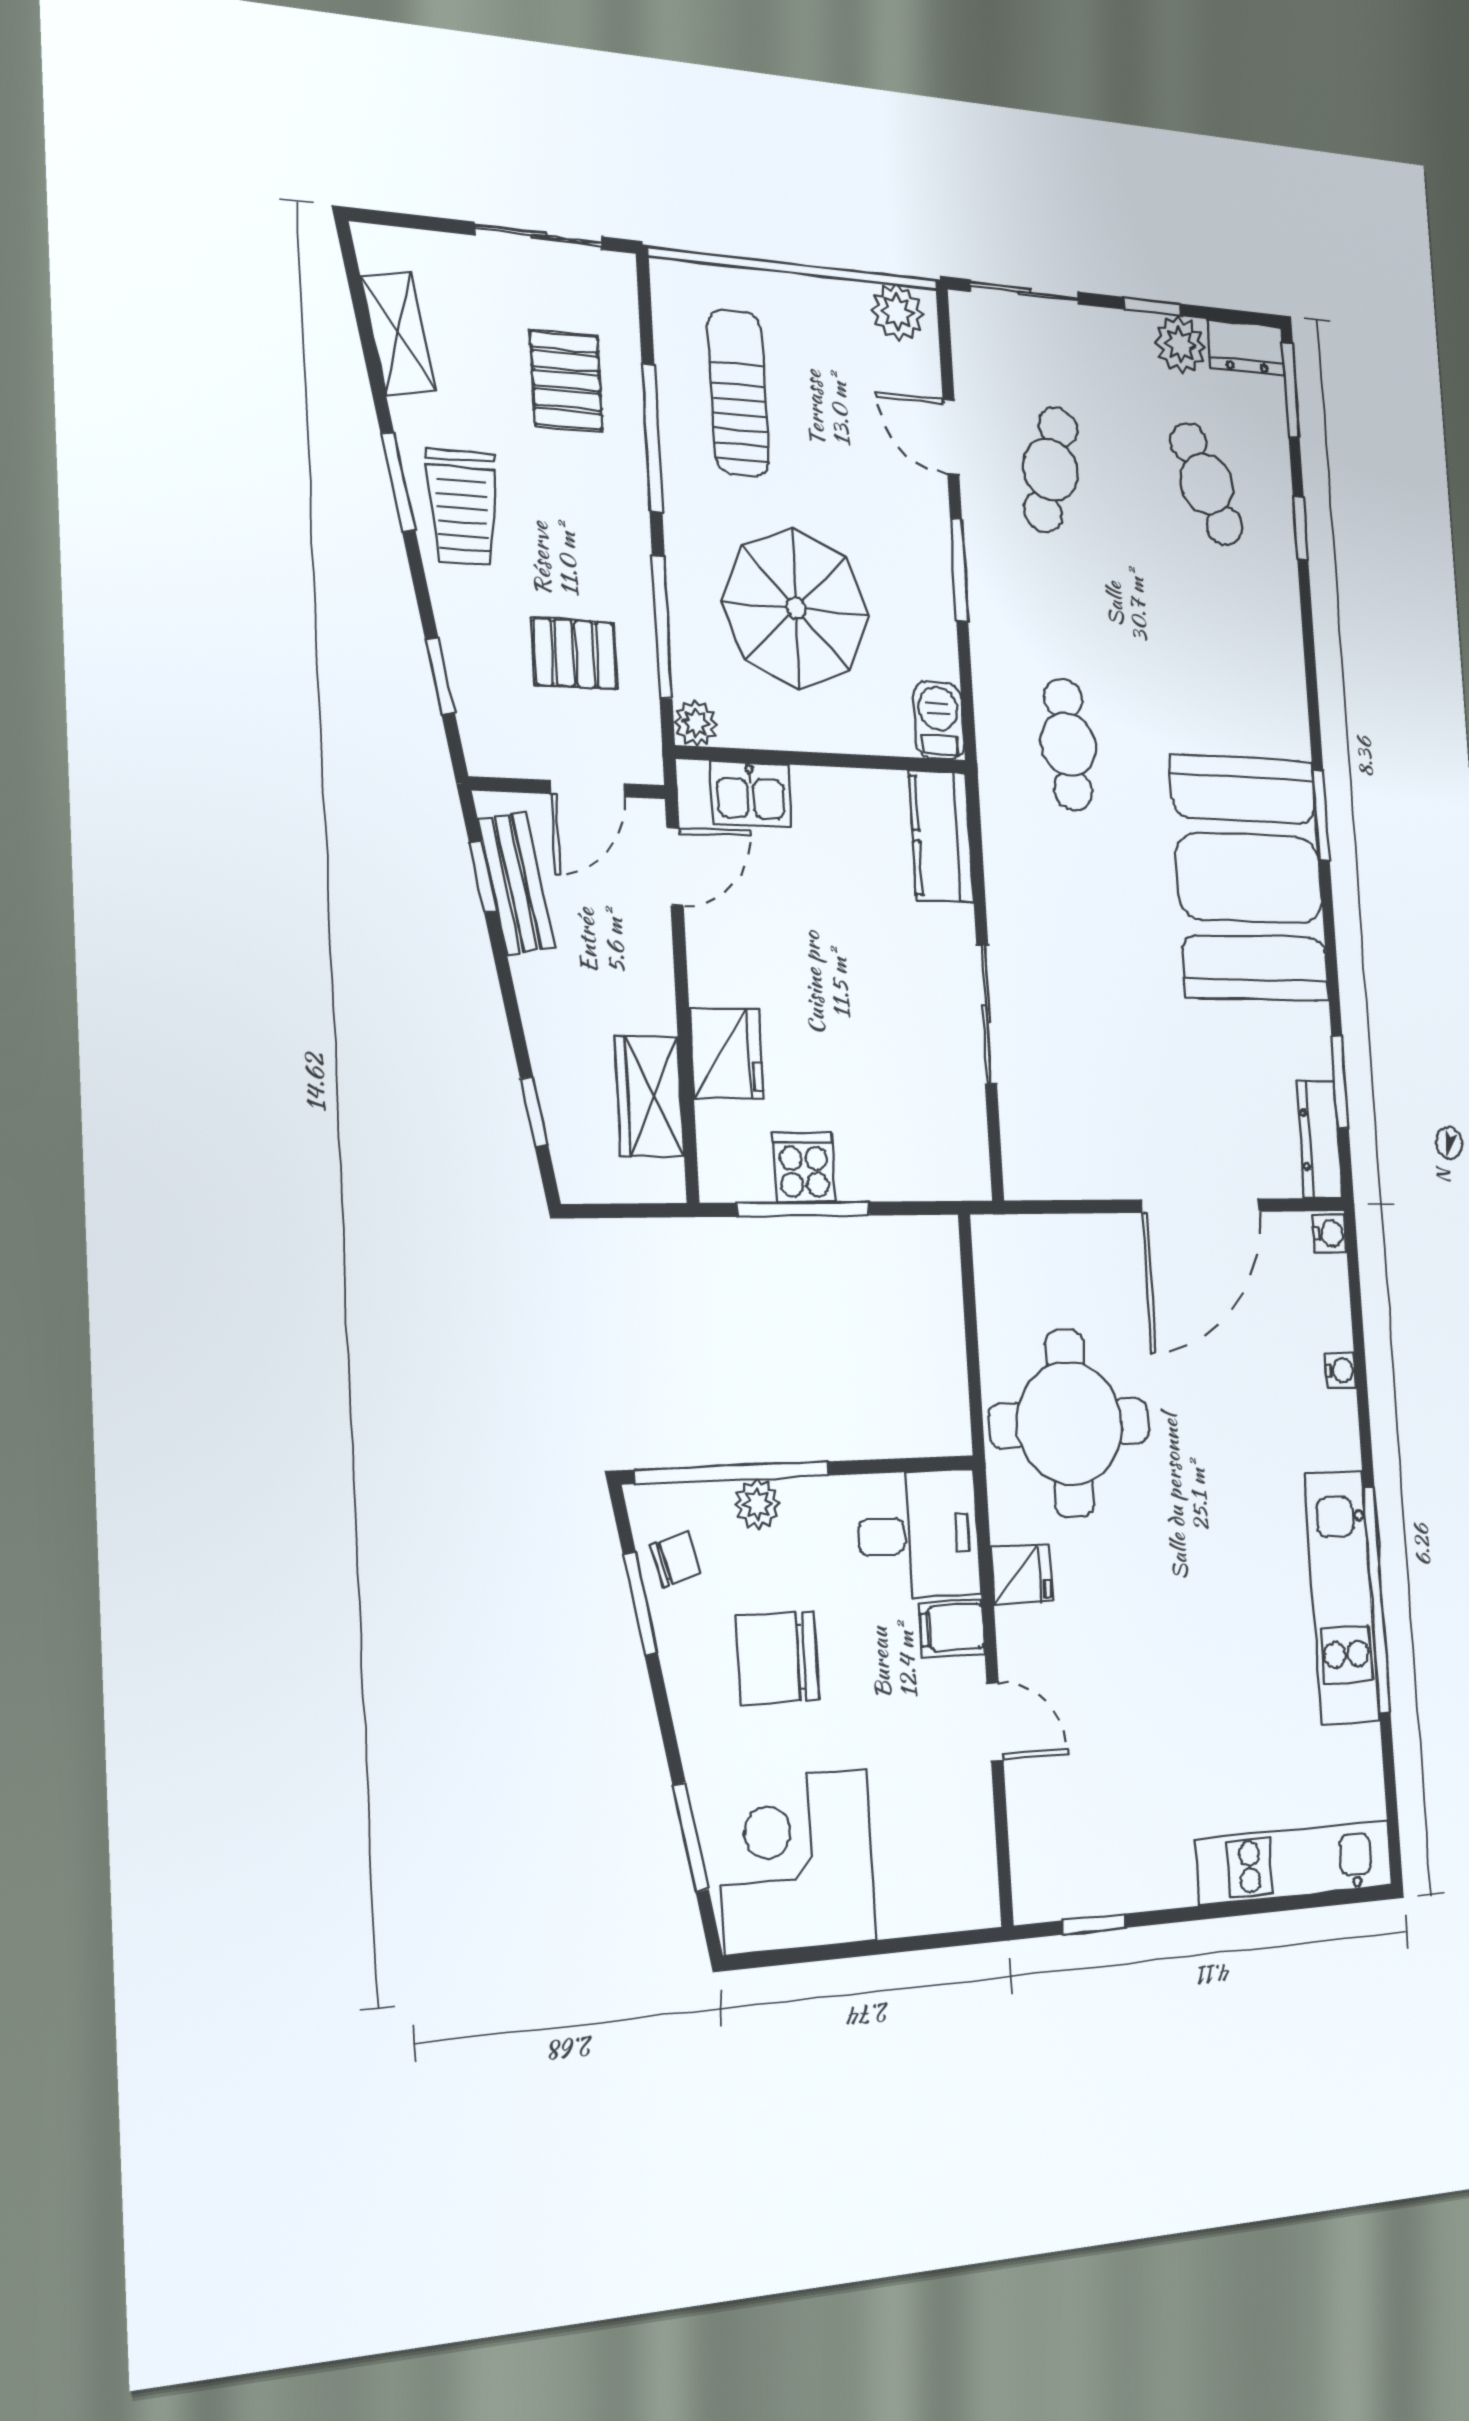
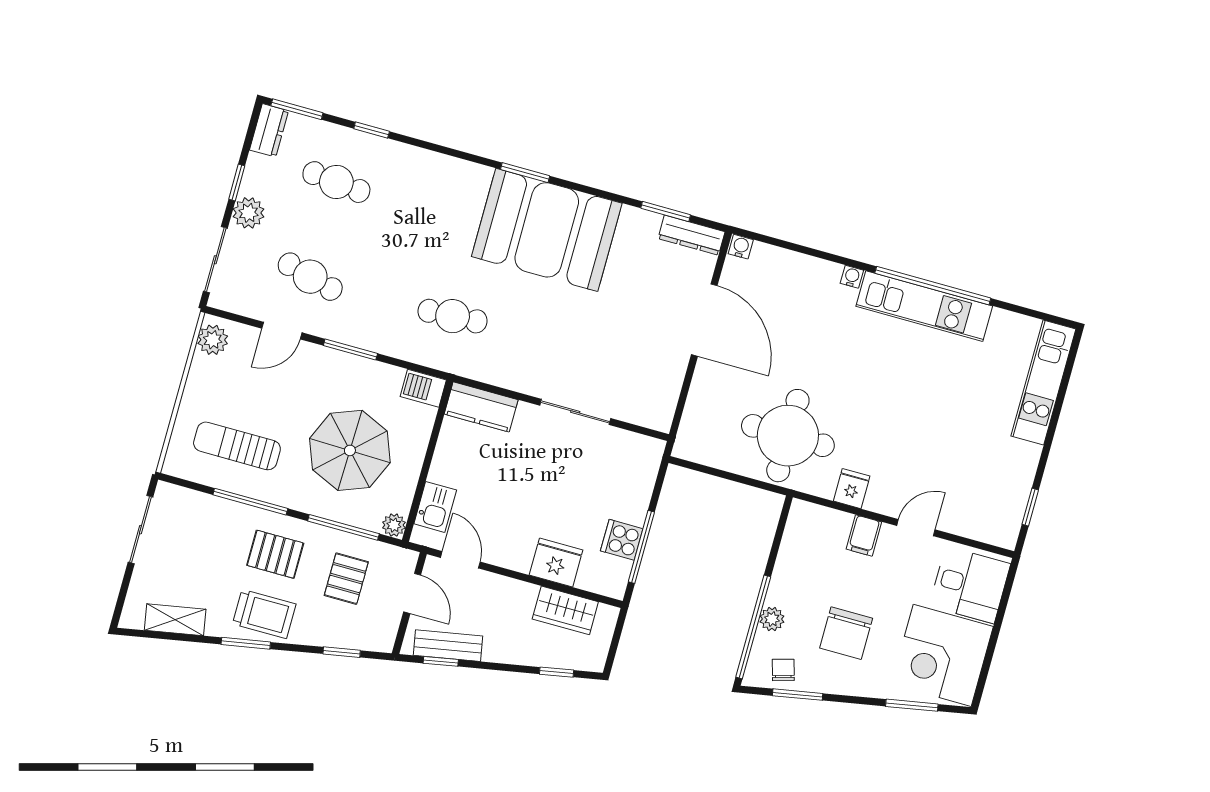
plant: (1180, 345) -> (249, 213), moved
pallet: (566, 380) -> (275, 554), moved
cafe table: (1206, 484) -> (336, 182), turned 30
water cooler: (1340, 1370) -> (852, 277), moved
desk: (919, 1535) -> (970, 585), moved, turned 90

